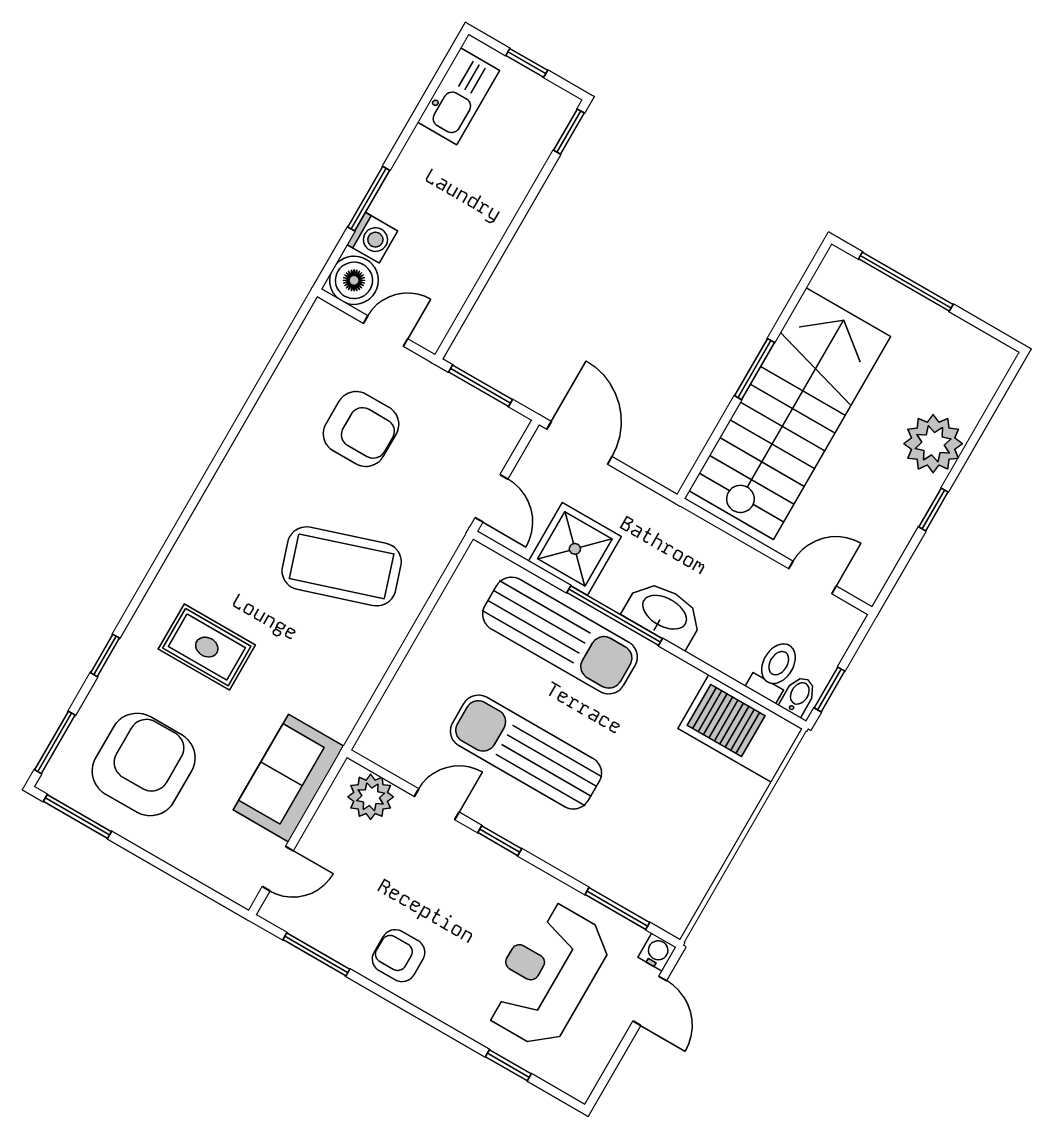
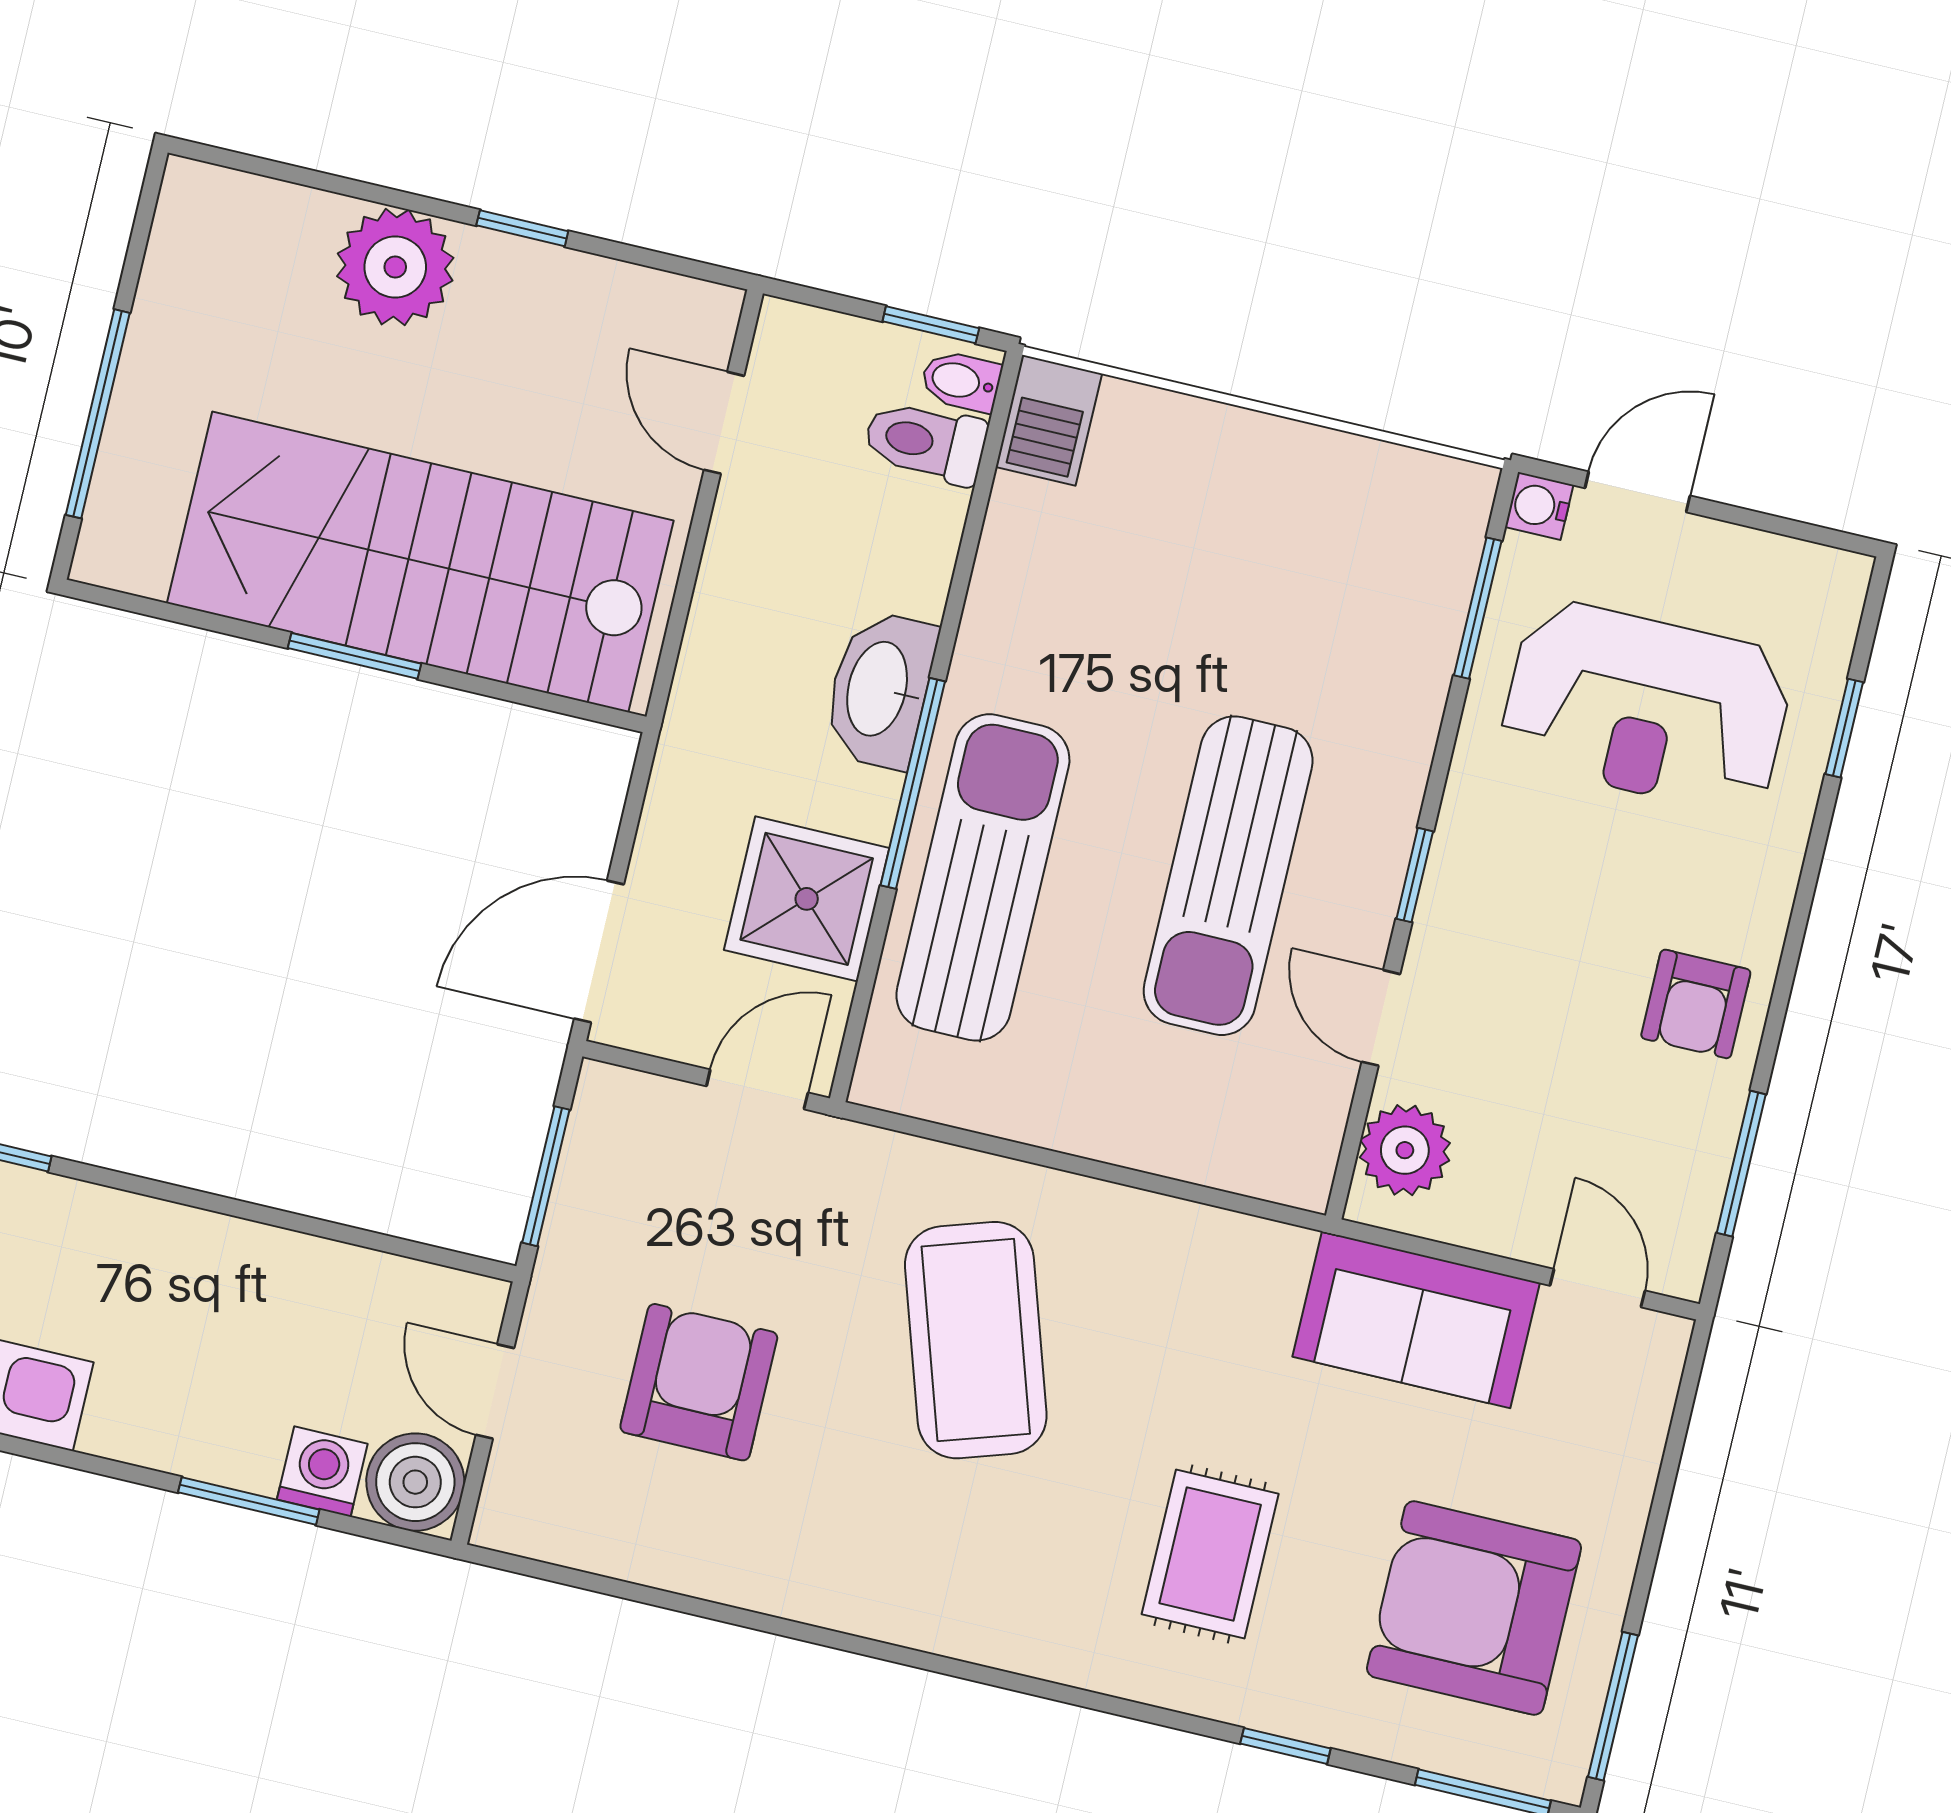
barbecue: (740, 729) -> (1049, 420), width x0.53, depth x0.65

